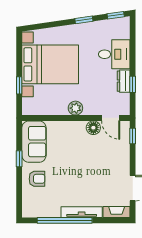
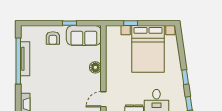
plant: (75, 108) -> (112, 70), removed
floor lamp: (93, 128) -> (95, 67), moved
tv unit: (82, 212) -> (25, 59), moved

